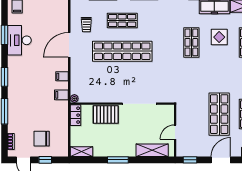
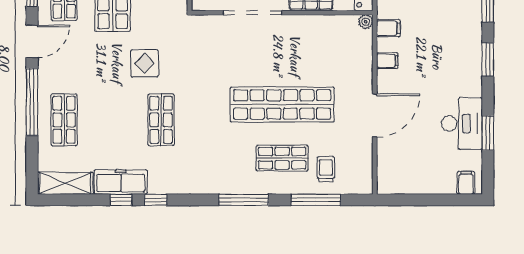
trolley: (86, 25) -> (326, 169), moved
display table: (219, 37) -> (144, 63), moved

